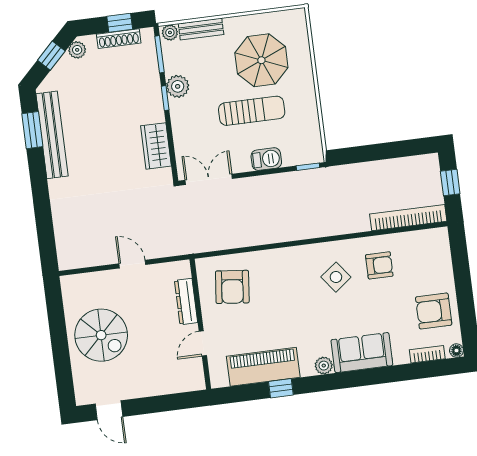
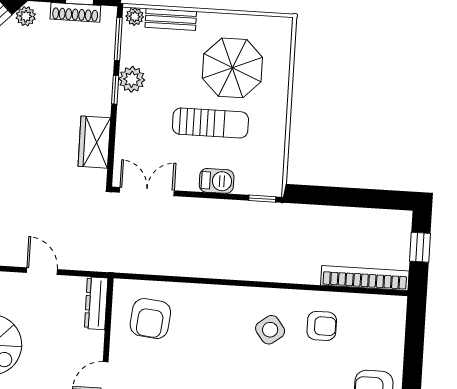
dresser: (186, 301) -> (96, 303), moved

